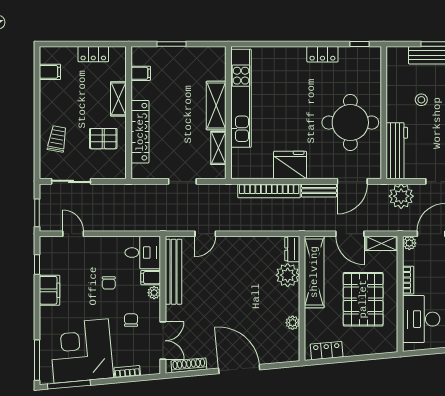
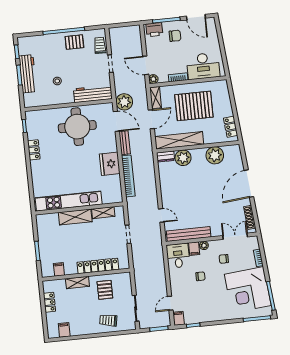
plant: (401, 196) -> (124, 102), moved
filing cabinet: (50, 290) -> (179, 318), moved, width x0.50
plant: (293, 323) -> (215, 155), width x1.88, depth x1.88

